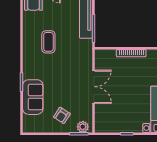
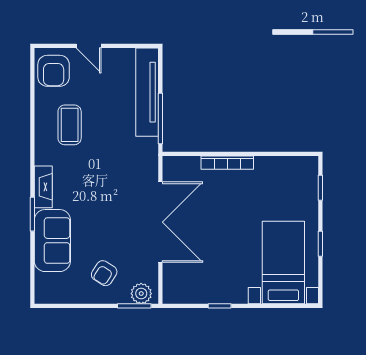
coffee table: (48, 42) -> (70, 125), moved
fireplace: (28, 67) -> (43, 187), added
double door: (94, 87) -> (160, 222), width x1.36

